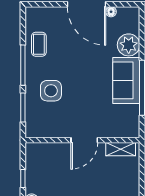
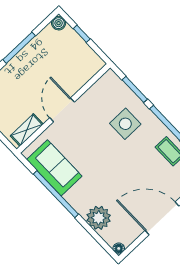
floor lamp: (111, 12) -> (119, 248), moved
sofa: (126, 80) -> (54, 168), moved

